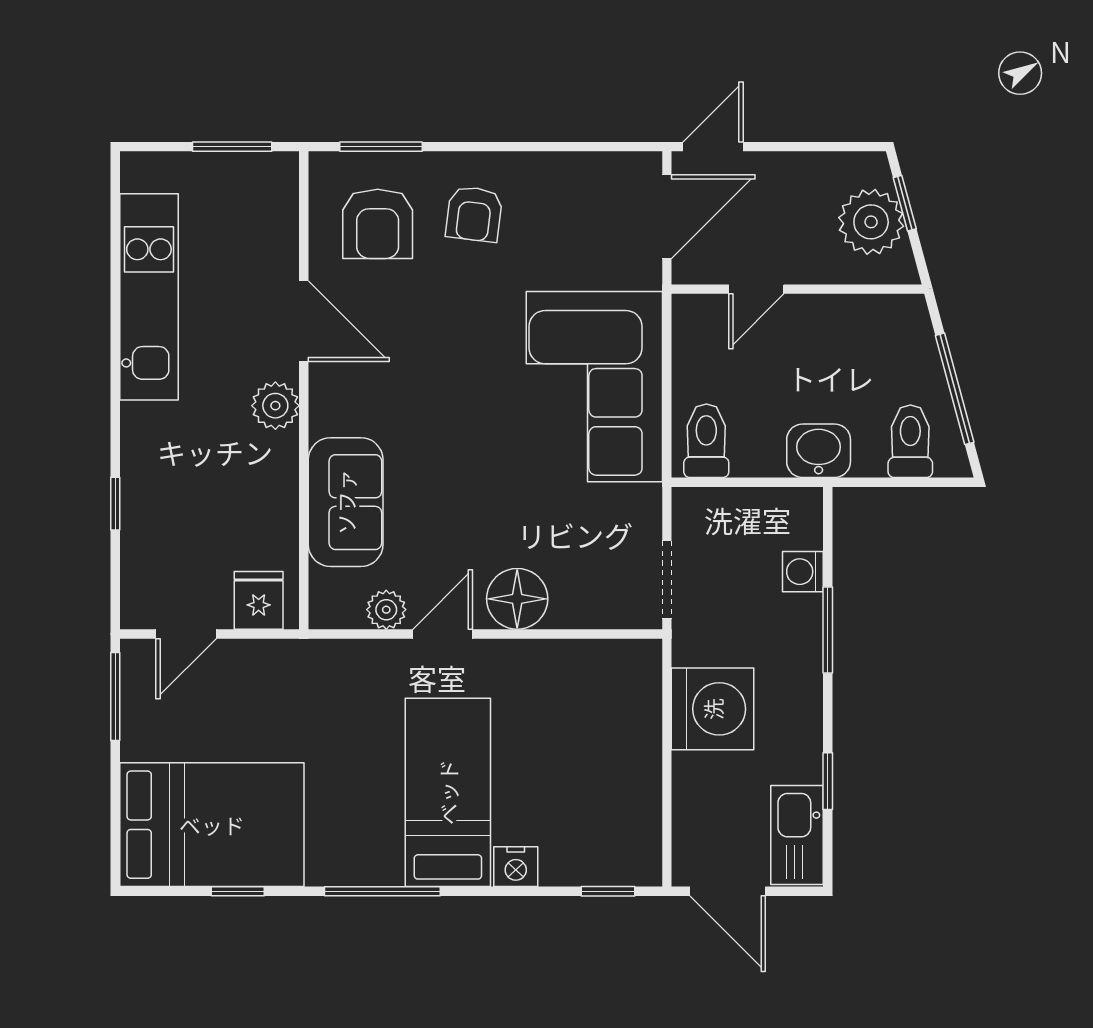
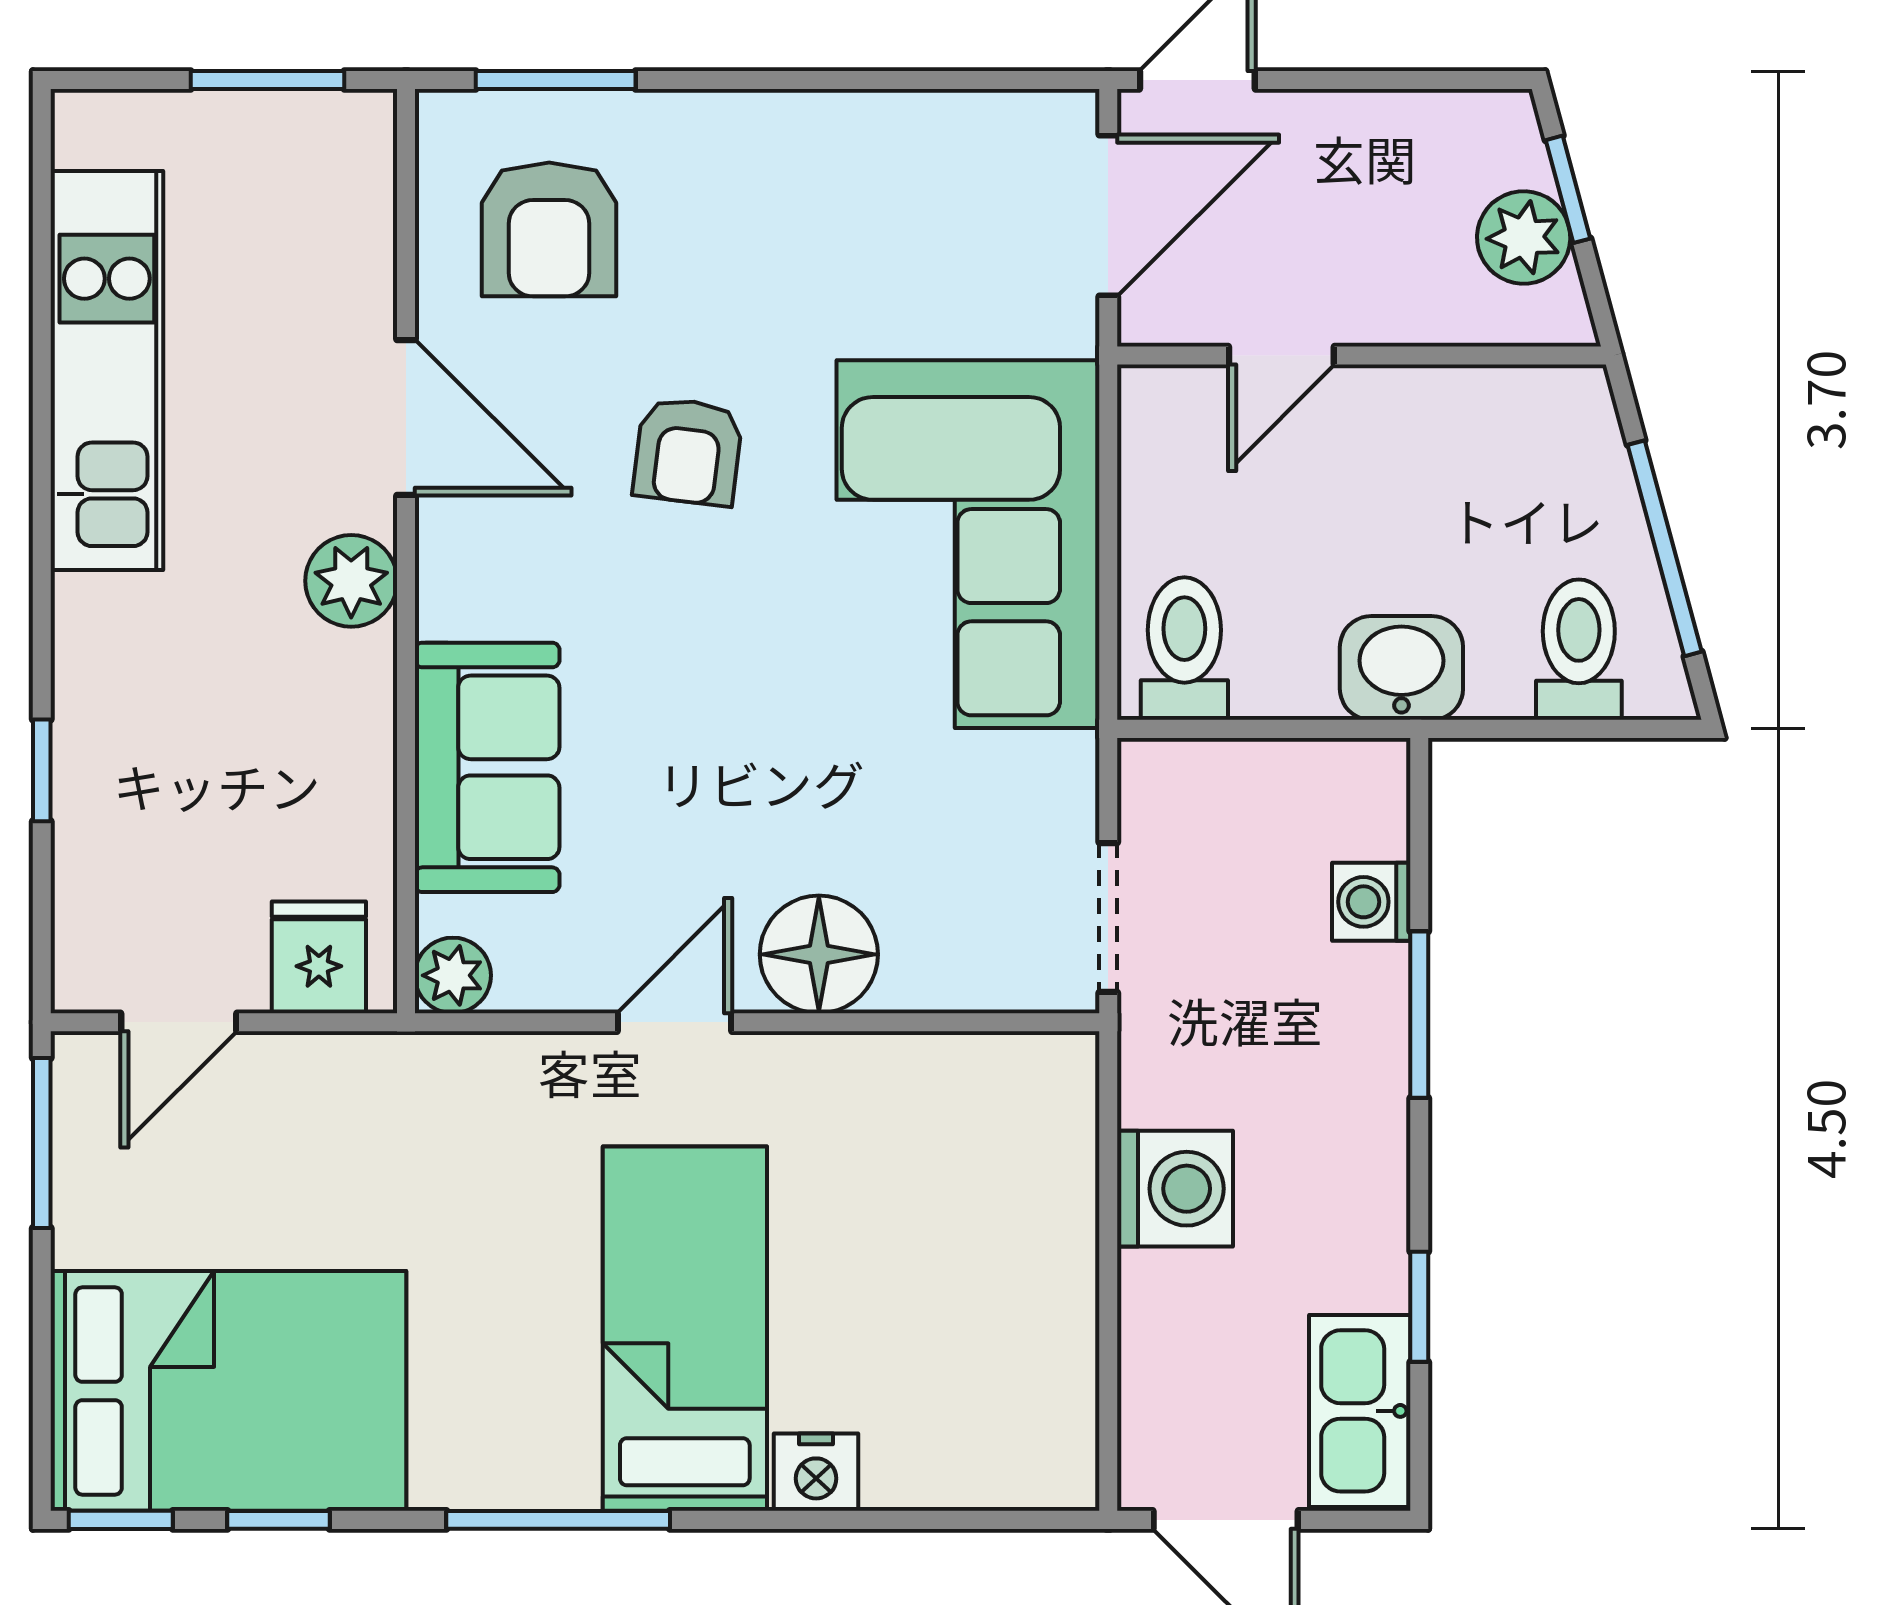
armchair: (474, 214) -> (688, 451), moved
plant: (871, 222) -> (1524, 237), width x0.73, depth x0.73
plant: (386, 610) -> (453, 975), moved
washing machine: (713, 709) -> (1175, 1189), width x0.73, depth x0.73
window: (608, 891) -> (121, 1520), moved

